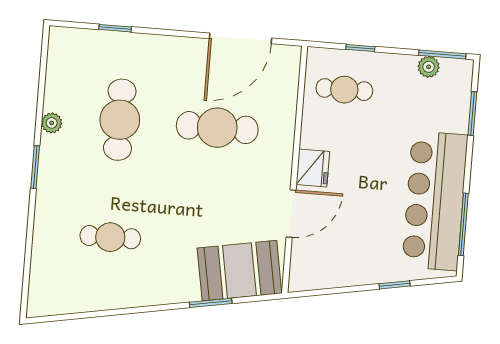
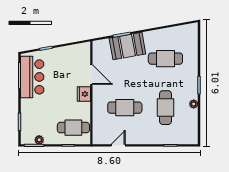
door: (240, 38) -> (118, 145), width x0.53
cafe table: (344, 90) -> (73, 128), width x1.37, depth x1.35
bar counter: (435, 201) -> (32, 77), width x0.73
door: (291, 214) -> (91, 74), swing flipped
cafe table: (110, 237) -> (165, 59), width x1.37, depth x1.35
booth: (239, 271) -> (127, 46), moved

